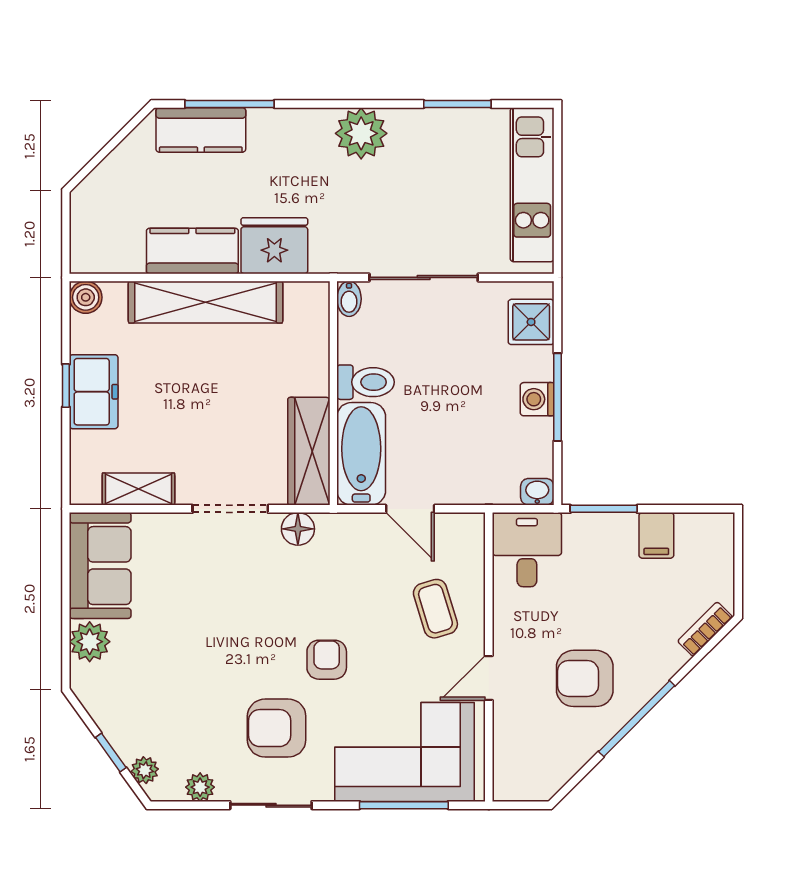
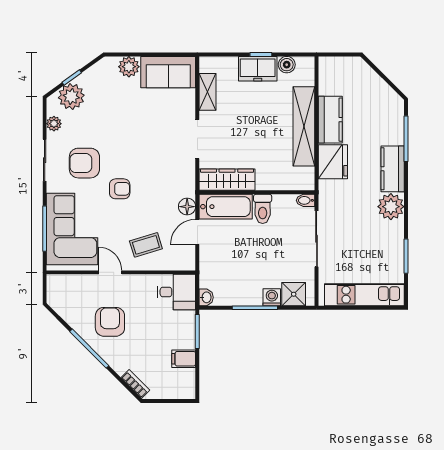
kitchen counter: (201, 130) -> (393, 169), moved
boiler: (86, 297) -> (287, 65), moved
washing machine: (537, 399) -> (272, 297), moved
floor lamp: (298, 529) -> (187, 207), moved
armchair: (277, 728) -> (84, 163), turned -90
plant: (145, 770) -> (71, 96), width x1.87, depth x1.87

